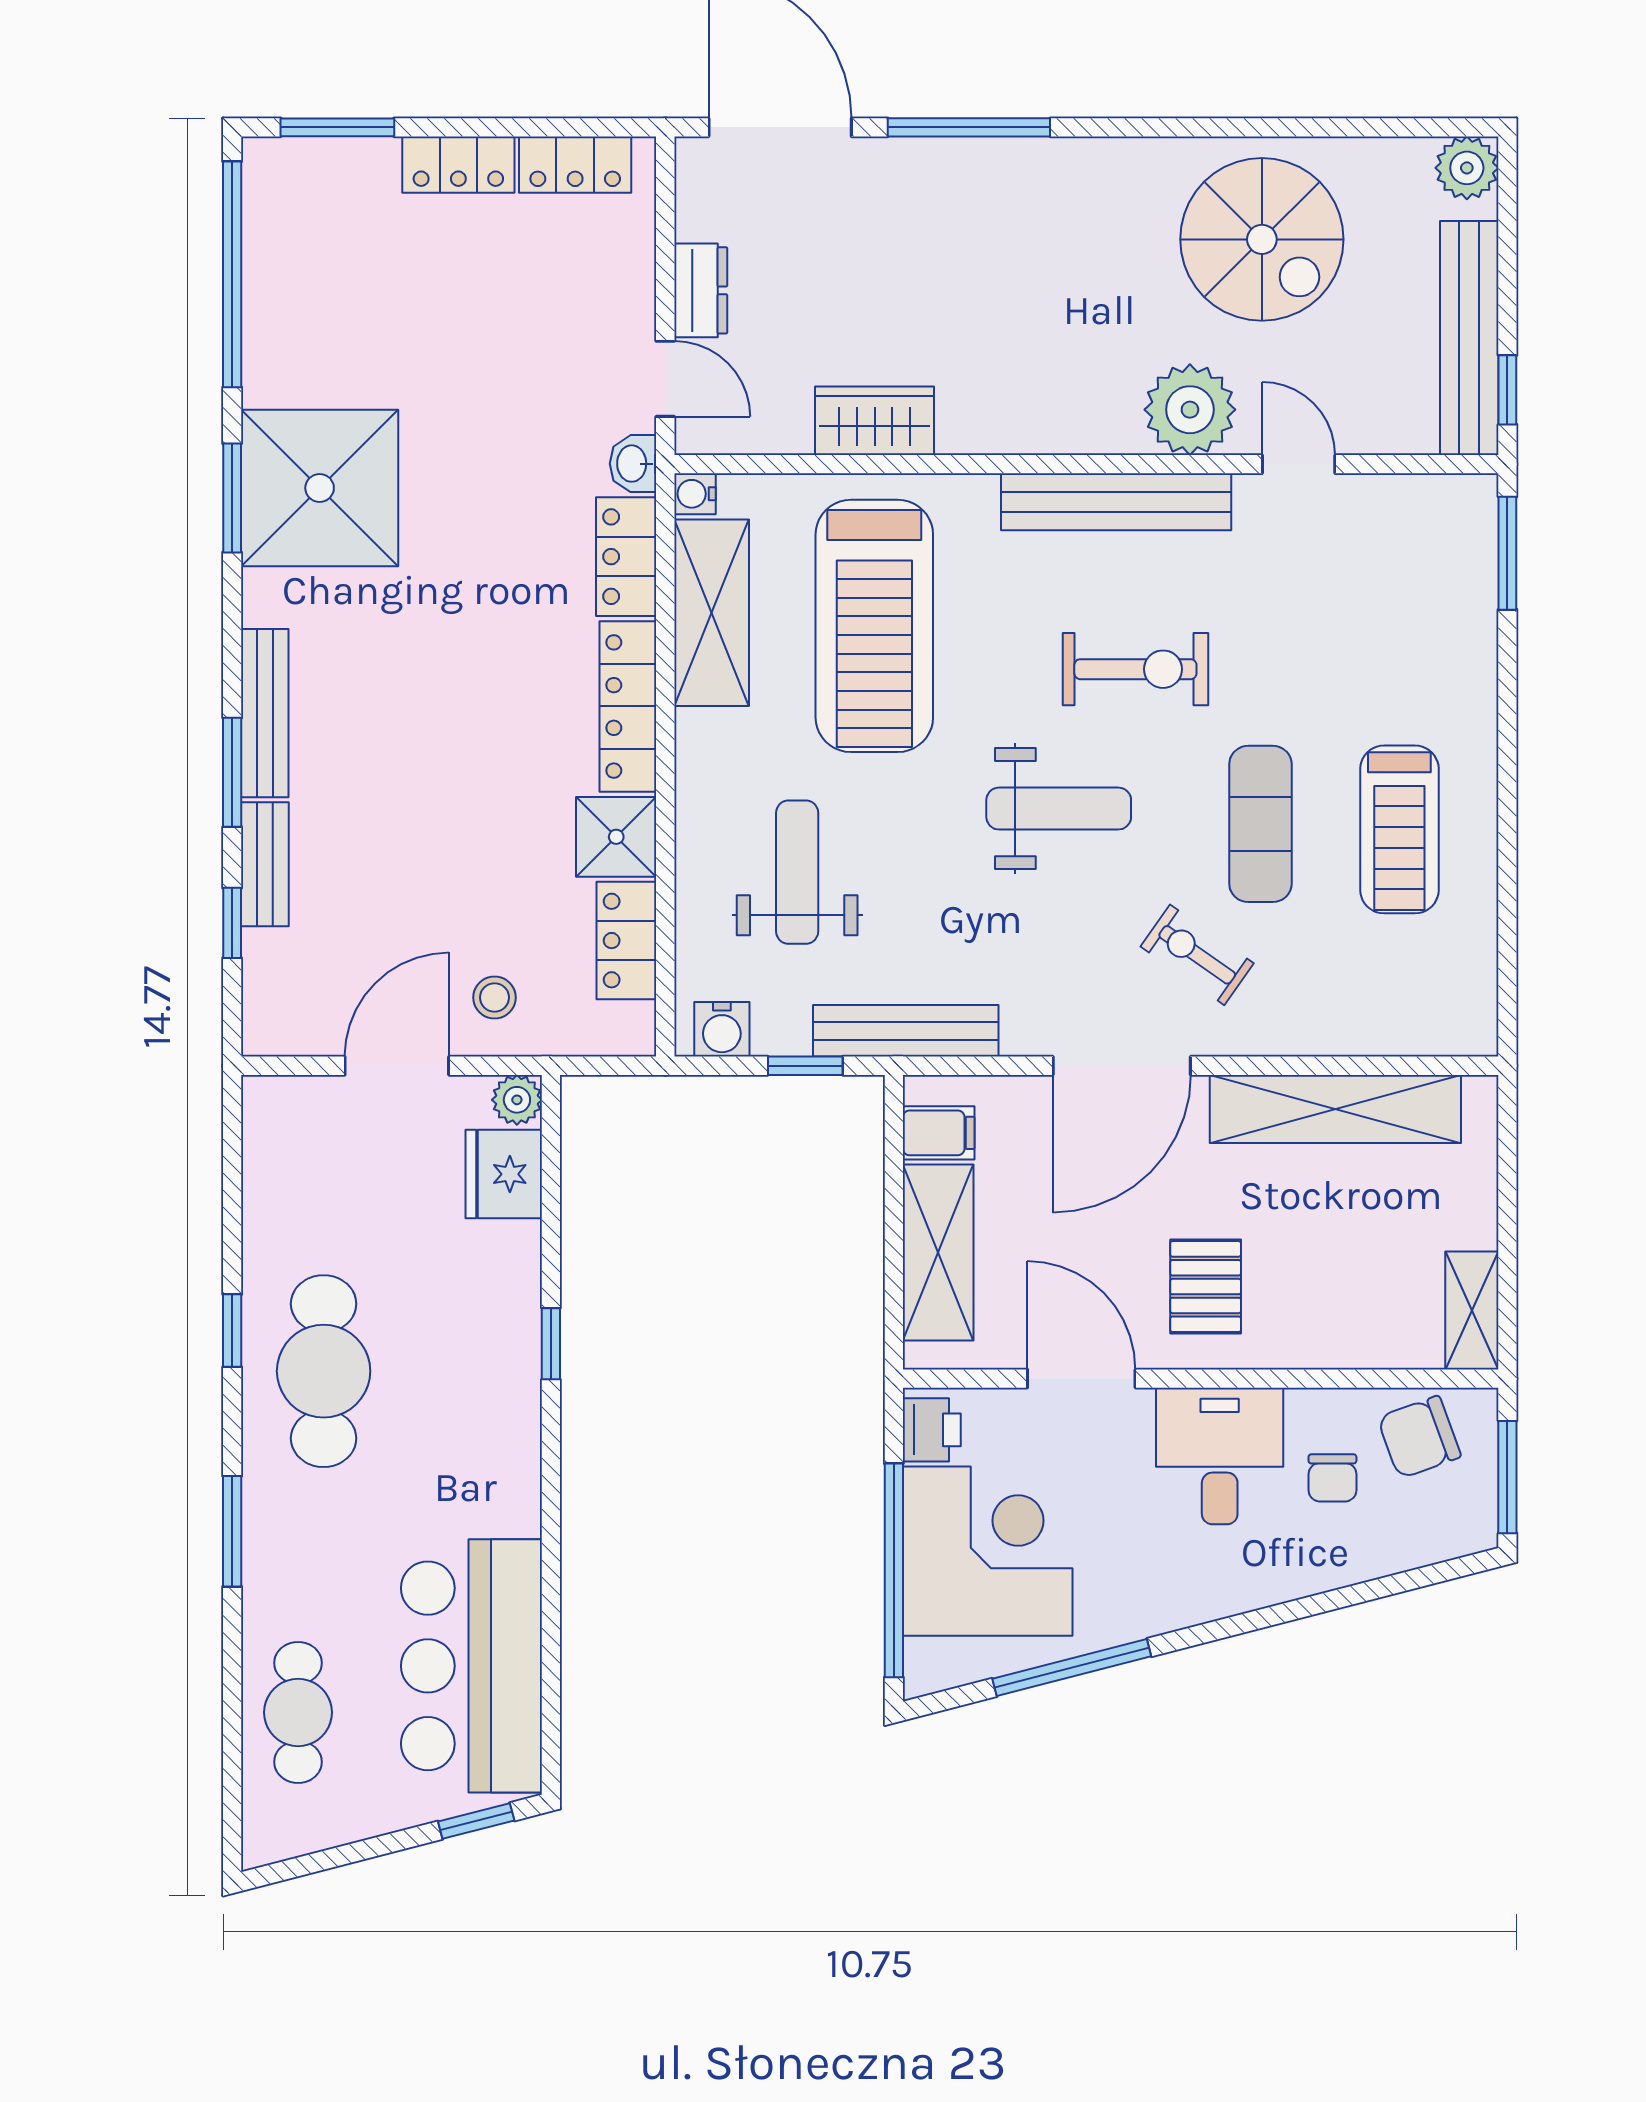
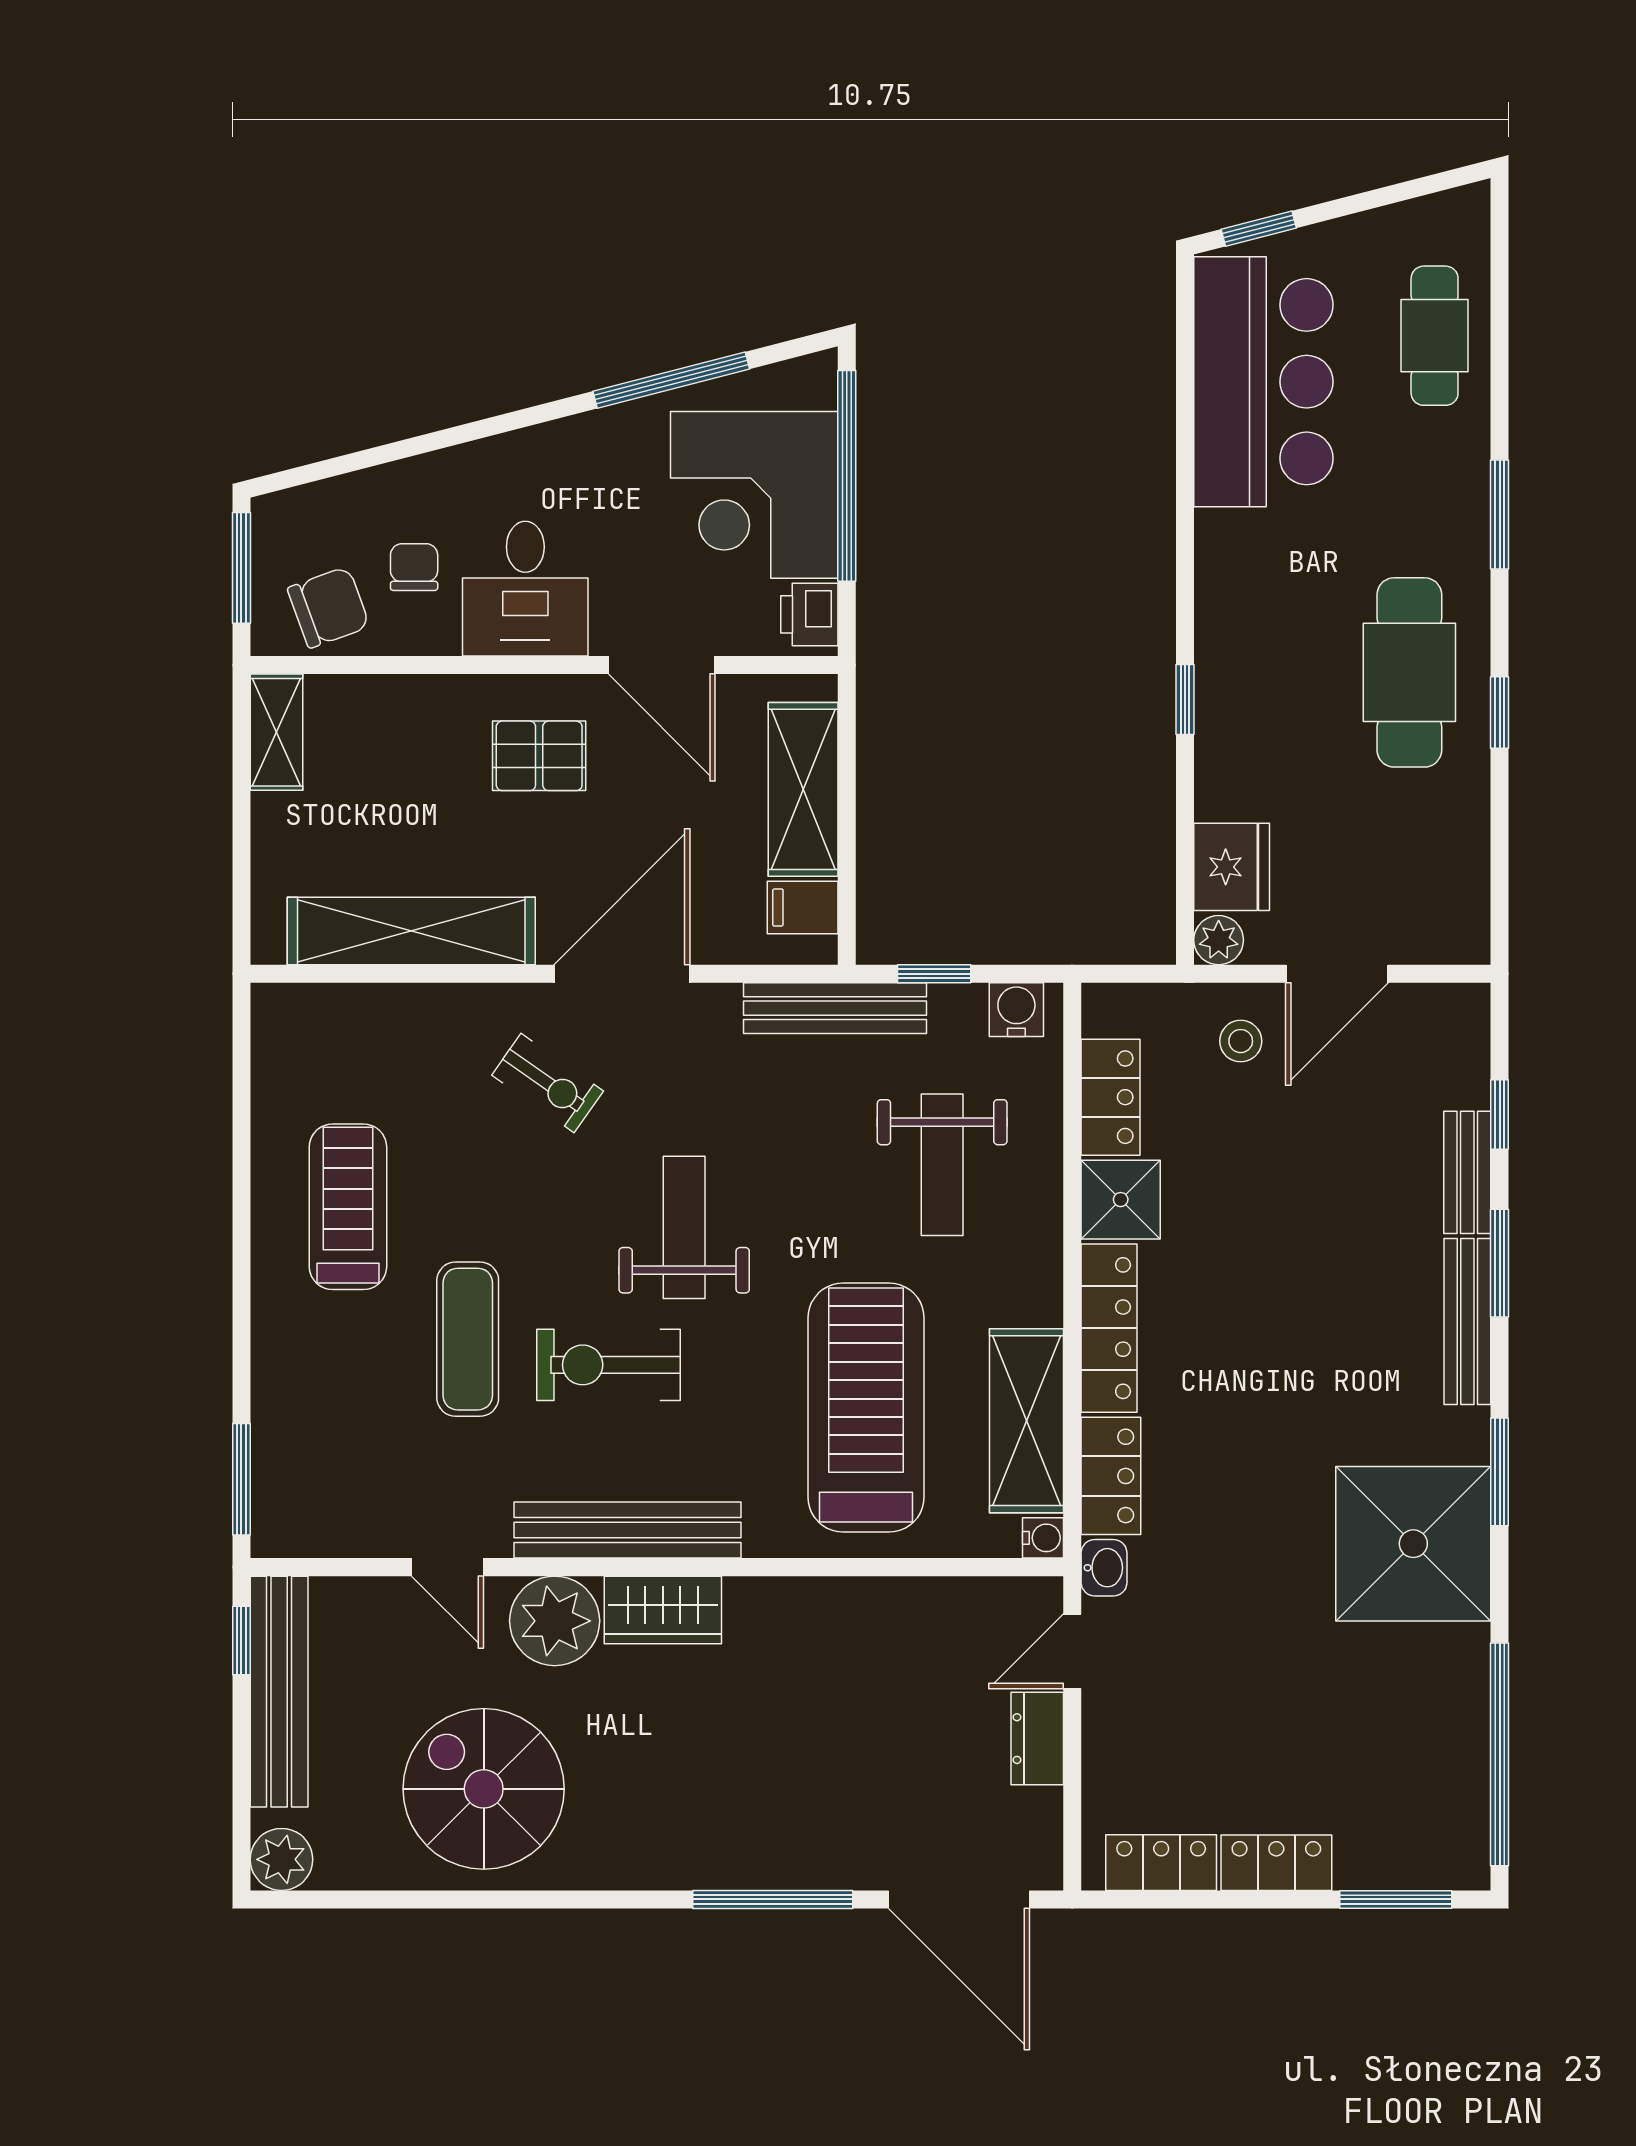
door: (665, 379) -> (1072, 1651), hinge flipped
wardrobe: (875, 421) -> (663, 1610), moved
window: (232, 498) -> (1500, 1472), moved
weight bench: (1059, 809) -> (684, 1227), turned 90
exercise mat: (1260, 824) -> (468, 1339), moved
pallet: (1206, 1287) -> (539, 756), turned 90

